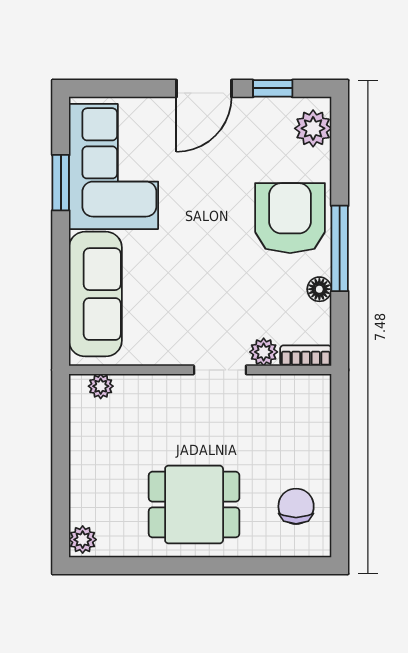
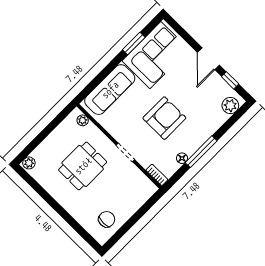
door: (204, 88) -> (208, 59), hinge flipped
armchair: (290, 218) -> (164, 118), moved
plant: (264, 352) -> (145, 161), removed
dining table: (194, 505) -> (83, 166), moved, turned 90

